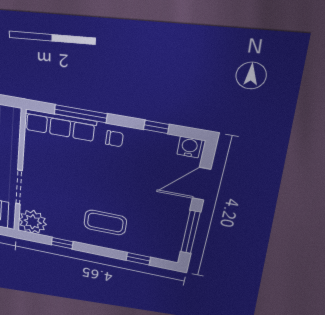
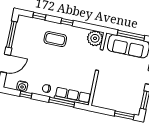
water cooler: (189, 147) -> (22, 86), moved
window: (62, 243) -> (67, 22), moved

